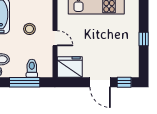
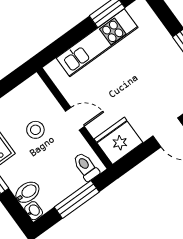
toilet: (32, 68) -> (86, 167), moved

